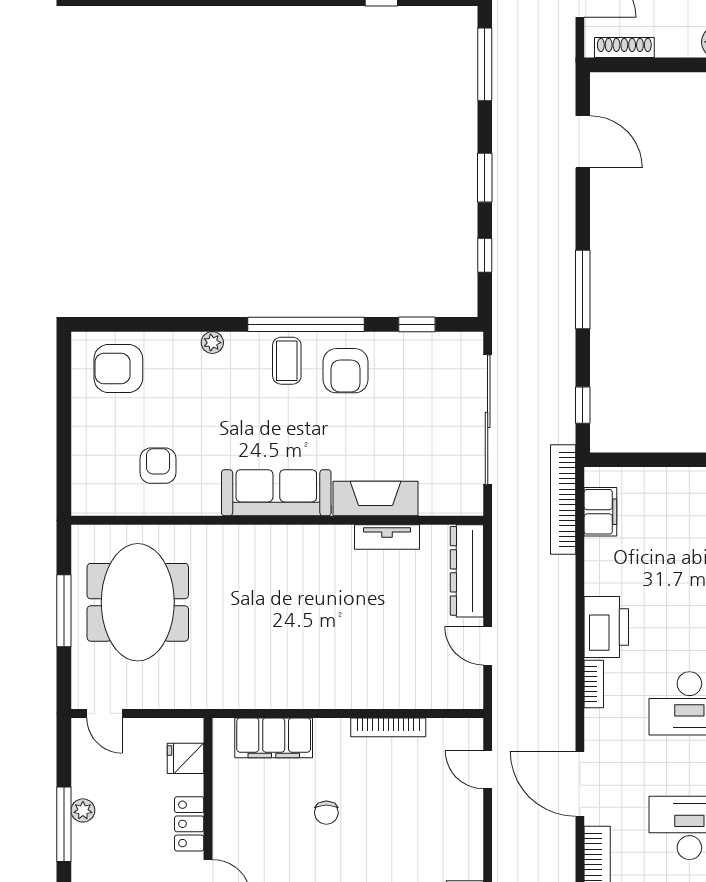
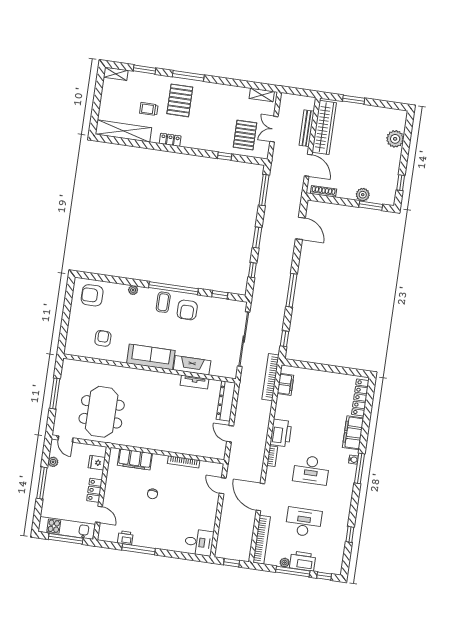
meeting table: (138, 602) -> (102, 412), moved
plant: (83, 810) -> (53, 462), moved

